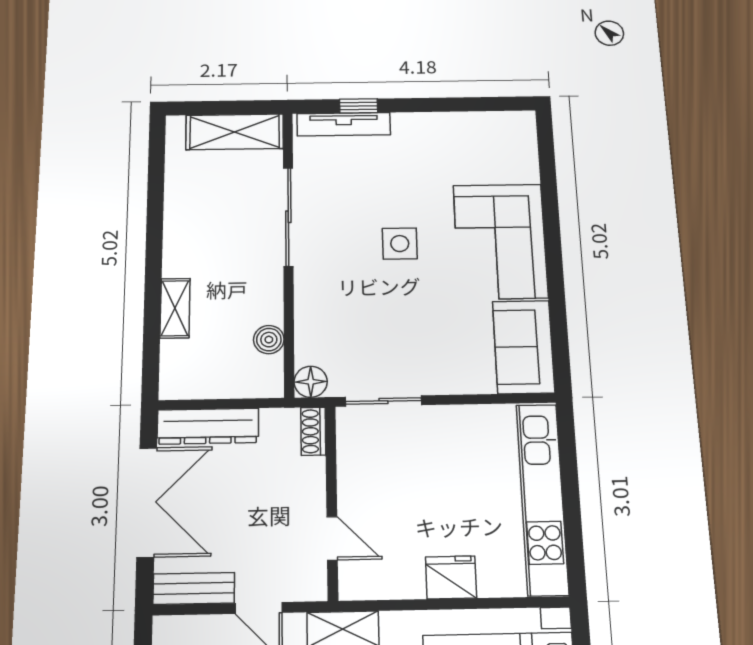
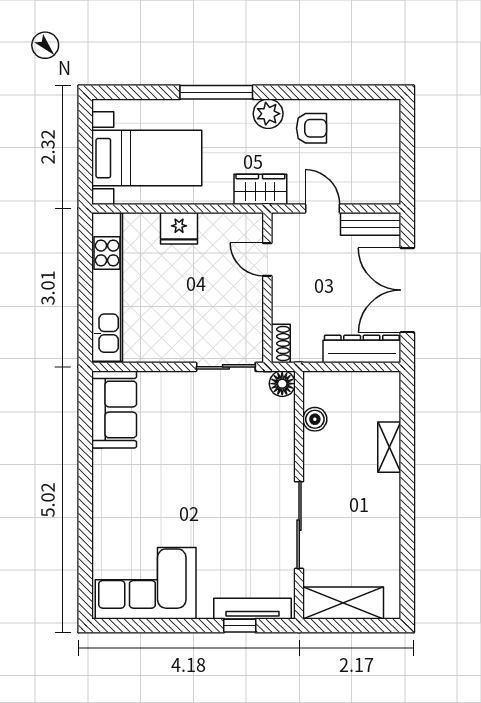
corner sofa: (500, 241) -> (146, 583), moved, turned -90
side table: (400, 244) -> (209, 500), removed

